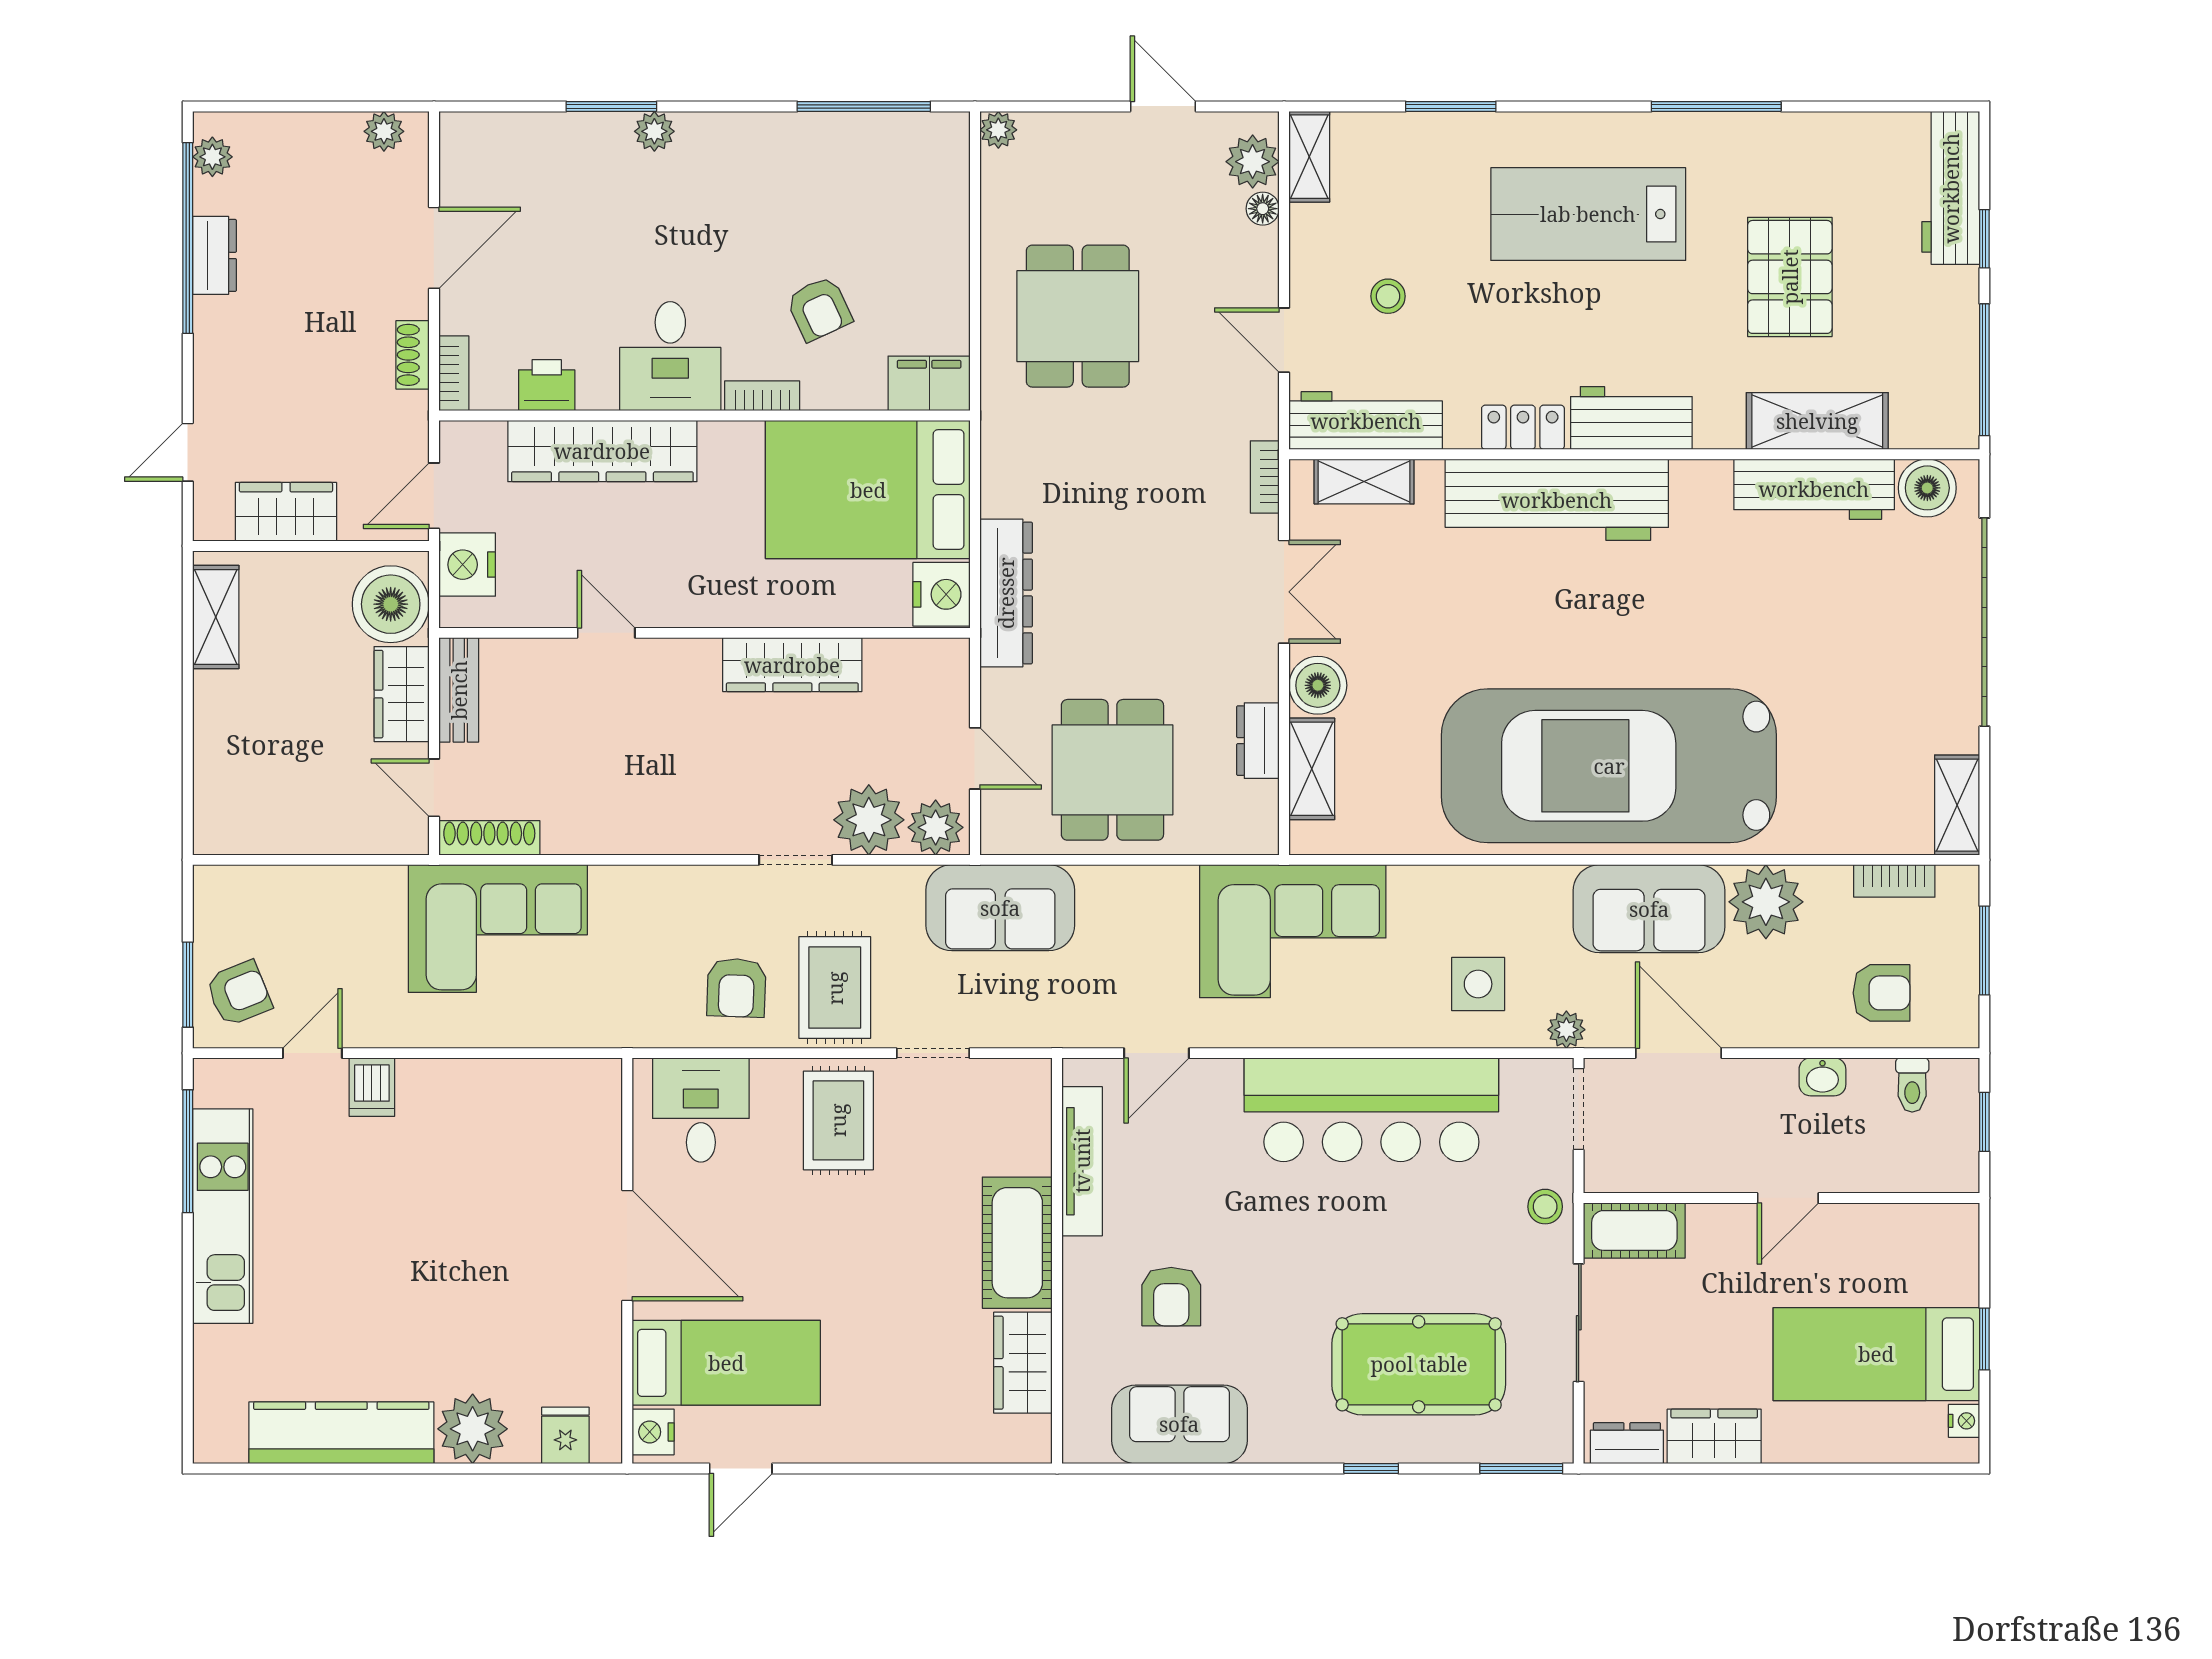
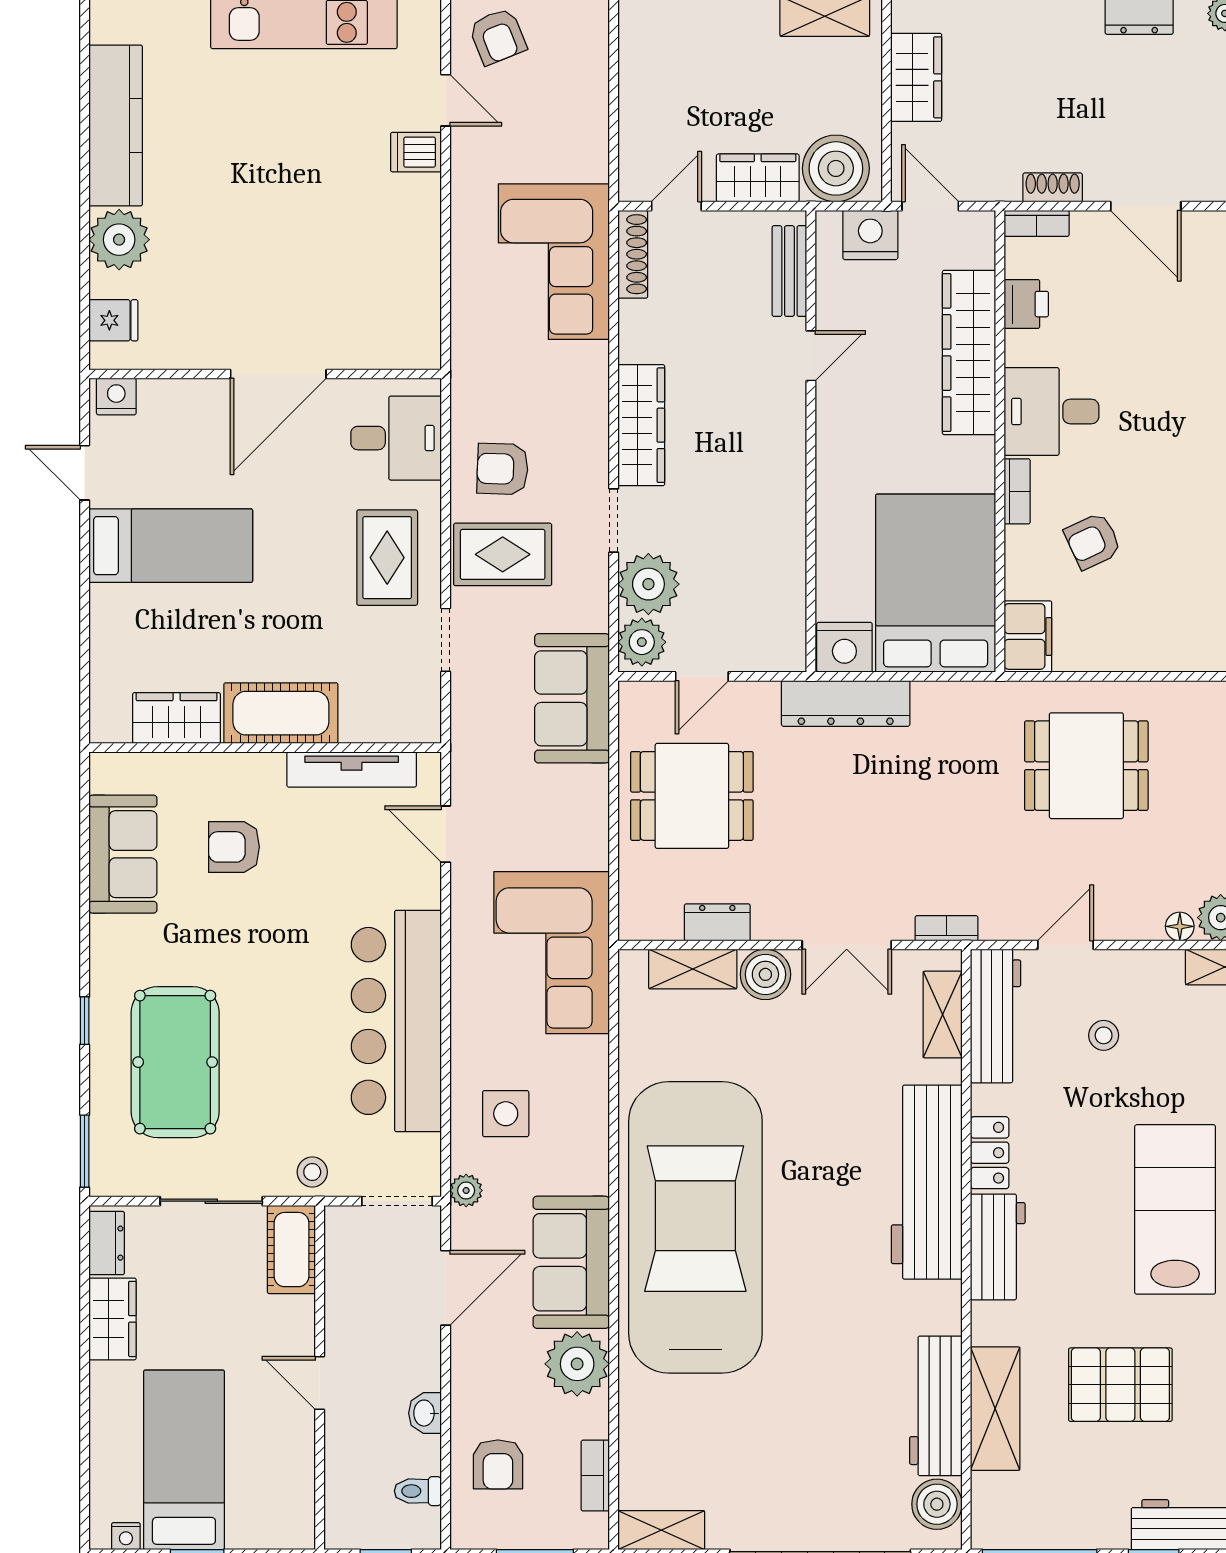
wardrobe: (792, 665) -> (641, 425), moved, turned 180
bench: (459, 690) -> (789, 271), moved, turned 90
rug: (838, 1120) -> (387, 558), turned 90
bed: (726, 1363) -> (171, 546), moved, turned -90

